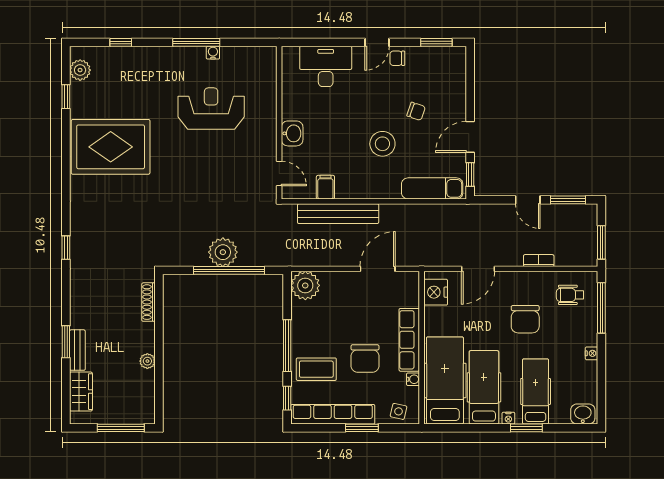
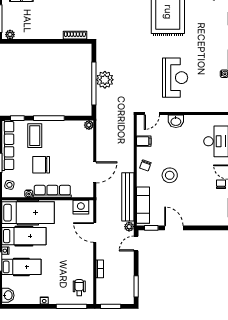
reception desk: (211, 109) -> (175, 78), moved
chair: (416, 111) -> (145, 165), moved
door: (528, 200) -> (136, 244), moved
plant: (468, 211) -> (129, 227), added
bench: (338, 214) -> (128, 197), moved
door: (378, 269) -> (95, 172), hinge flipped
plant: (305, 285) -> (89, 125), width x0.53, depth x0.53
chair: (525, 319) -> (65, 261), removed
plant: (147, 361) -> (10, 35), moved

